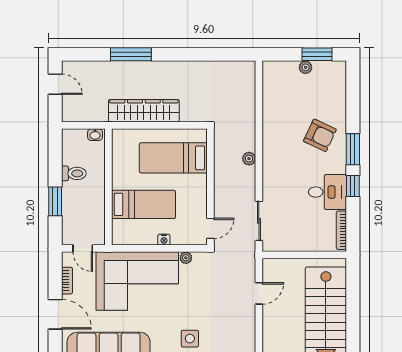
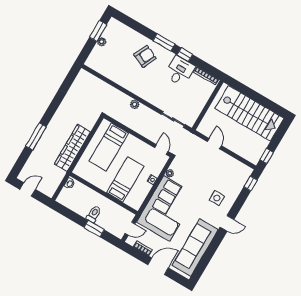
toilet: (74, 173) -> (94, 214), moved

